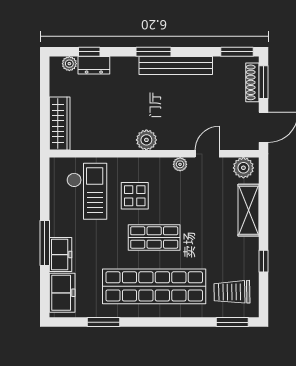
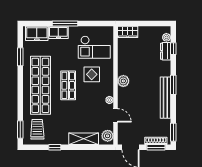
wardrobe: (60, 123) -> (128, 32), width x0.67

